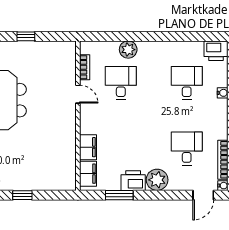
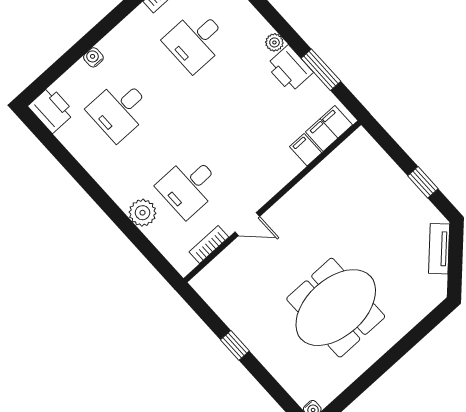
door: (78, 94) -> (247, 224), swing flipped
filing cabinet: (88, 147) -> (306, 150), width x0.50
plant: (157, 180) -> (274, 42), width x0.53, depth x0.53

